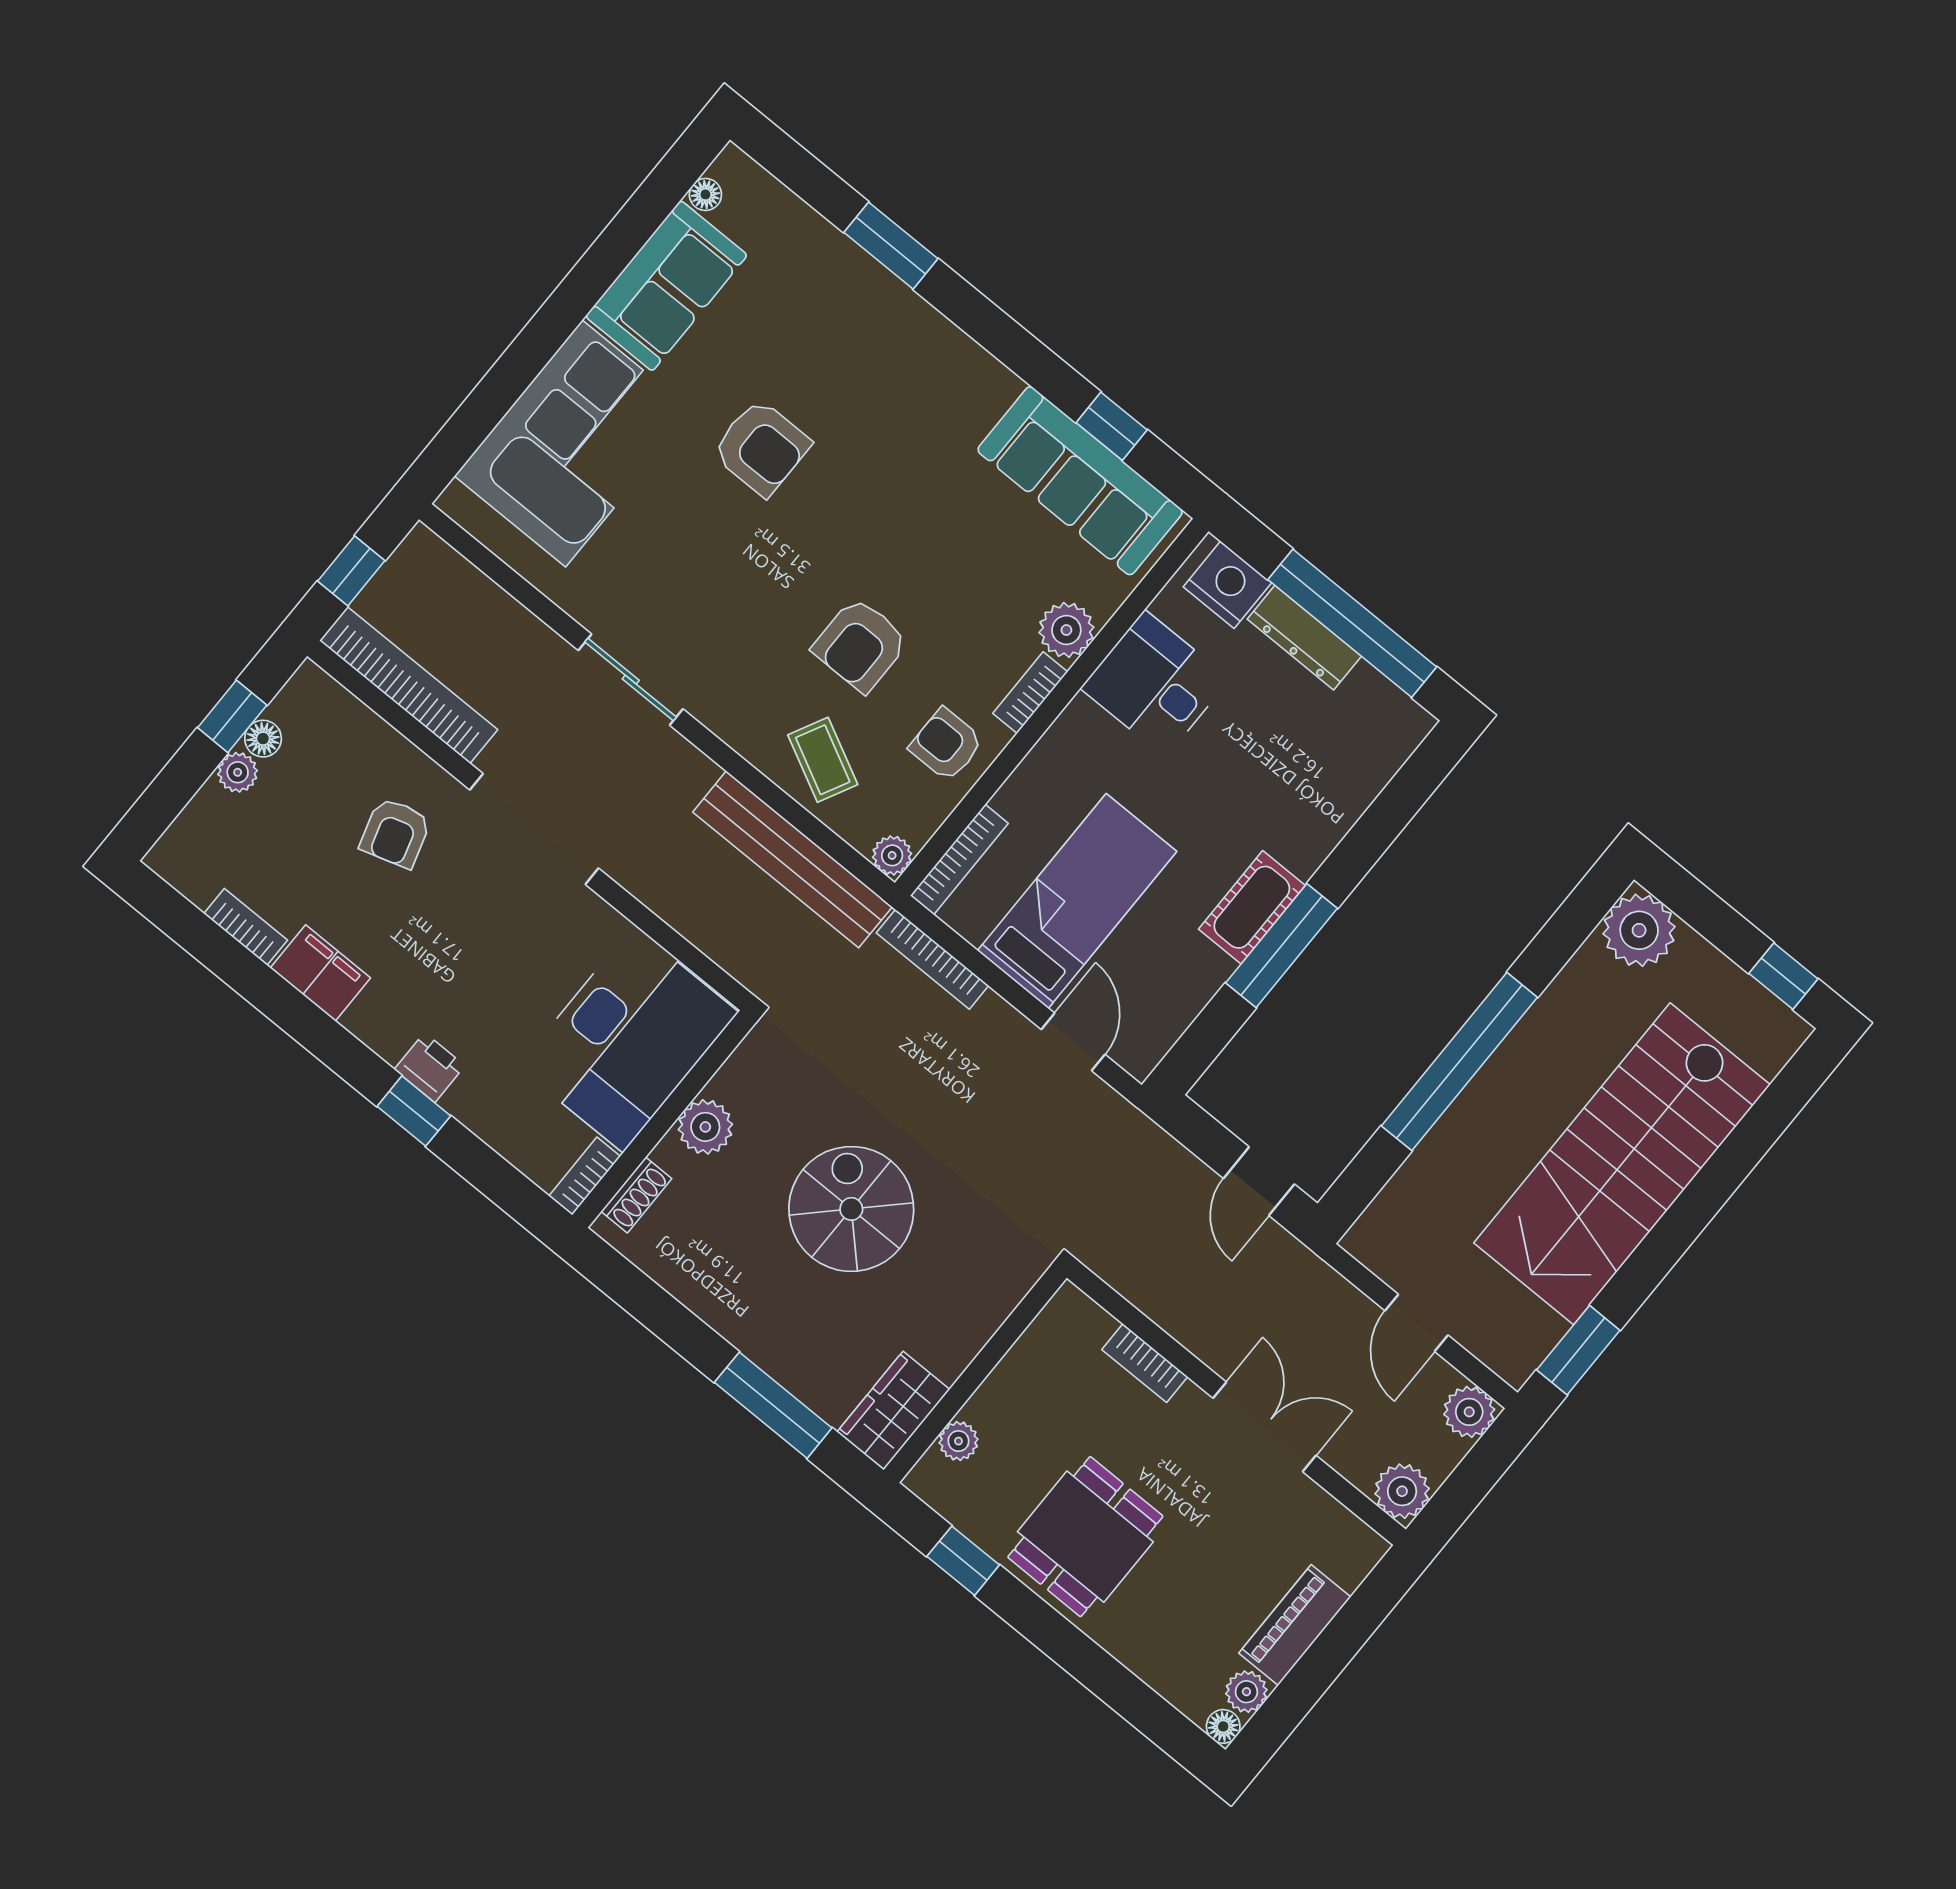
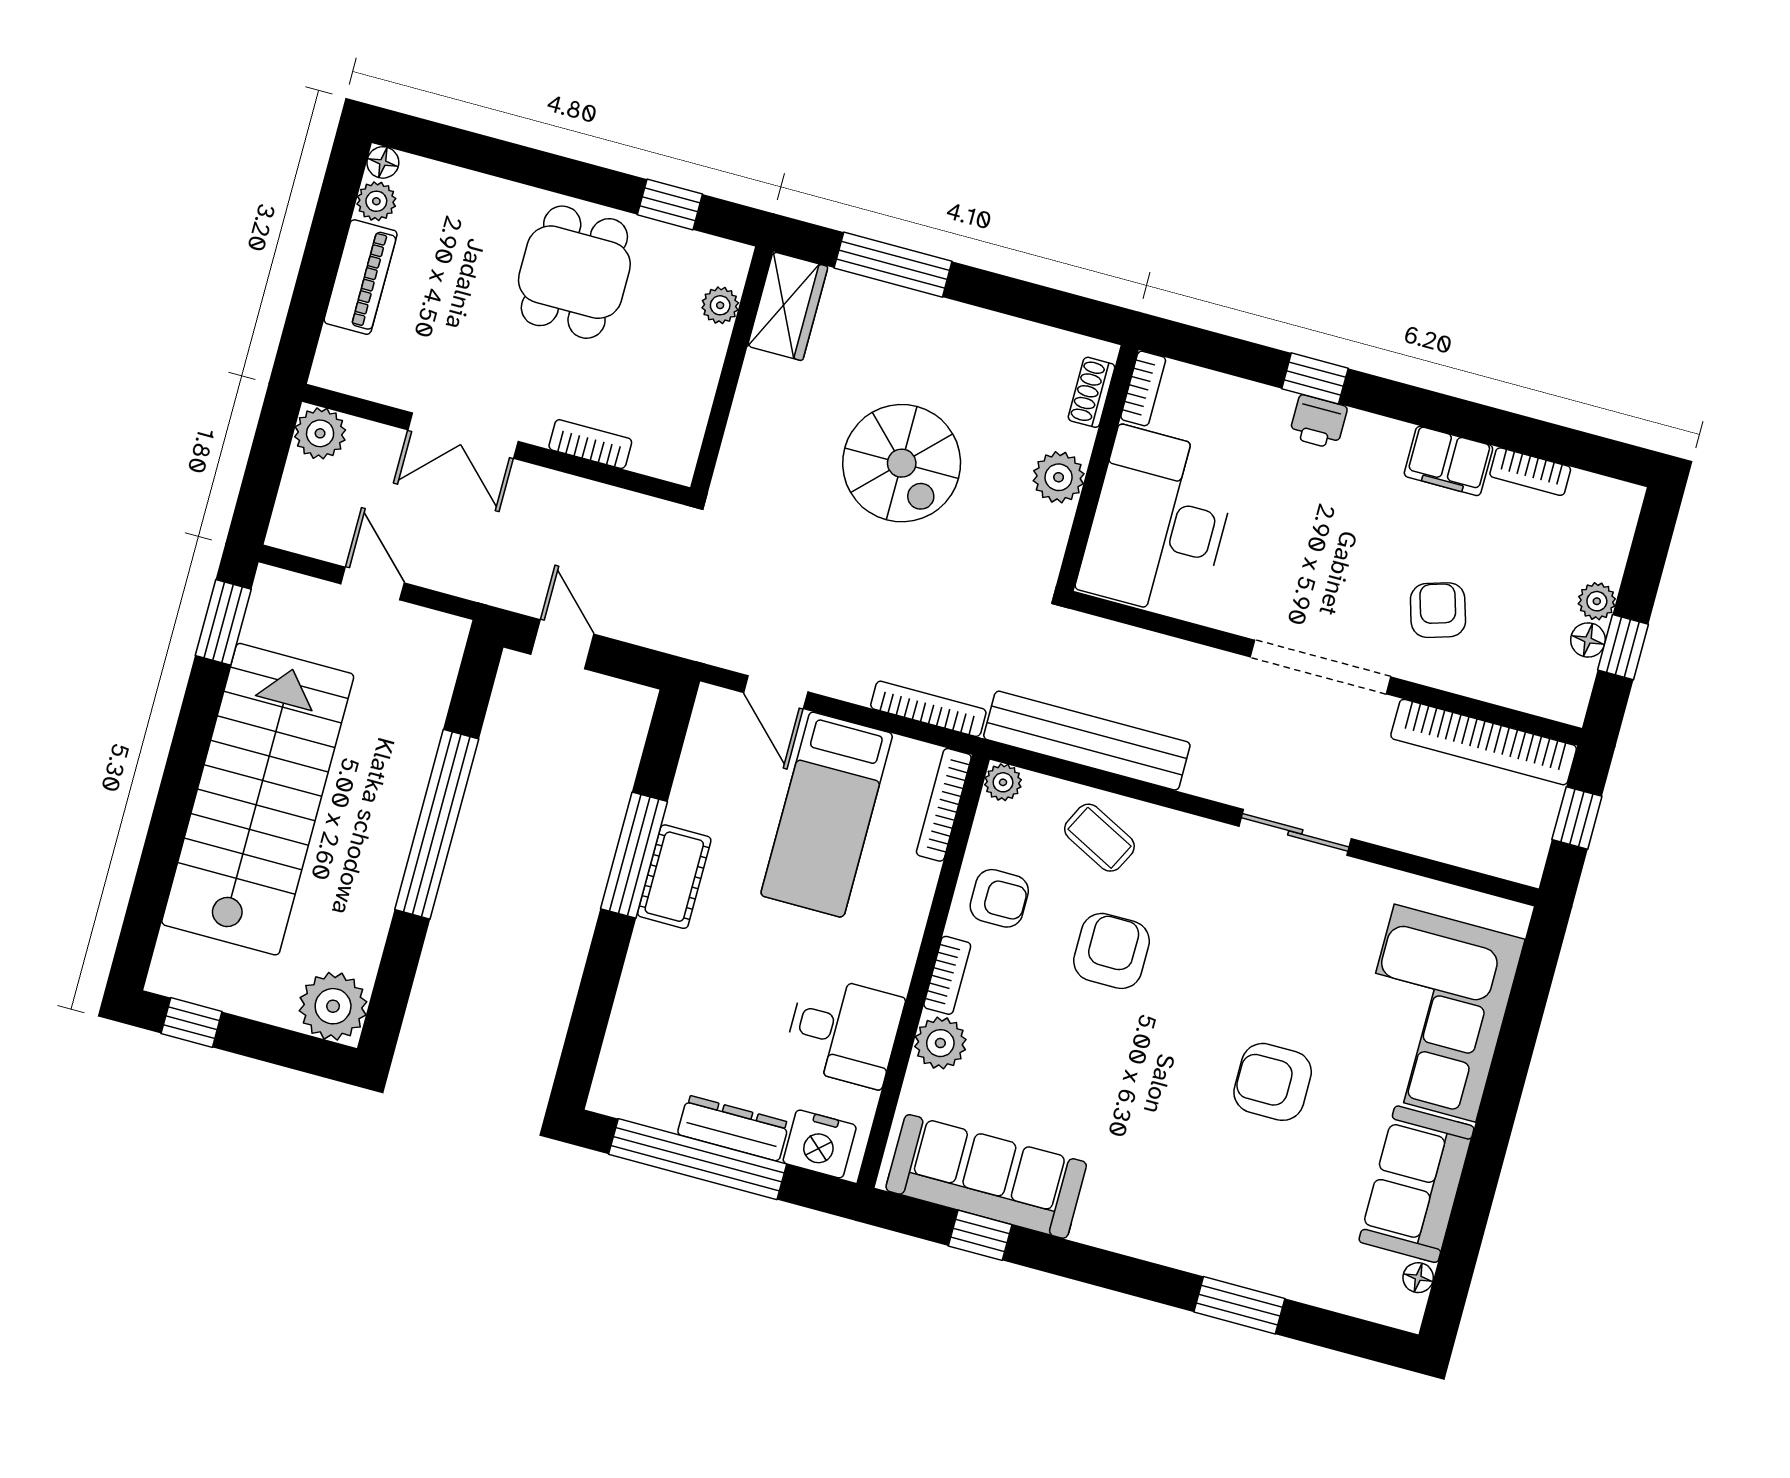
plant: (1469, 1412) -> (293, 527), removed

